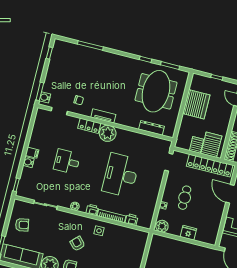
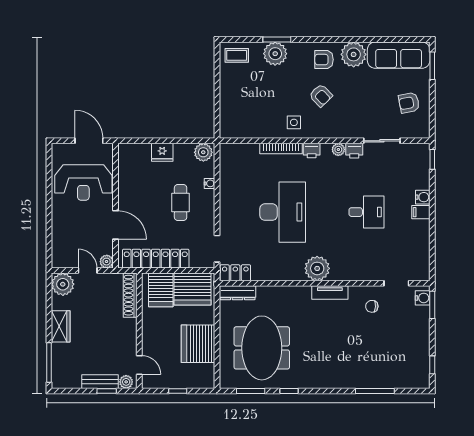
locker: (89, 126) -> (235, 273), moved
dresser: (152, 128) -> (237, 293), moved
server rack: (196, 145) -> (193, 289), width x2.18, depth x1.44
printer: (132, 220) -> (354, 151), moved

